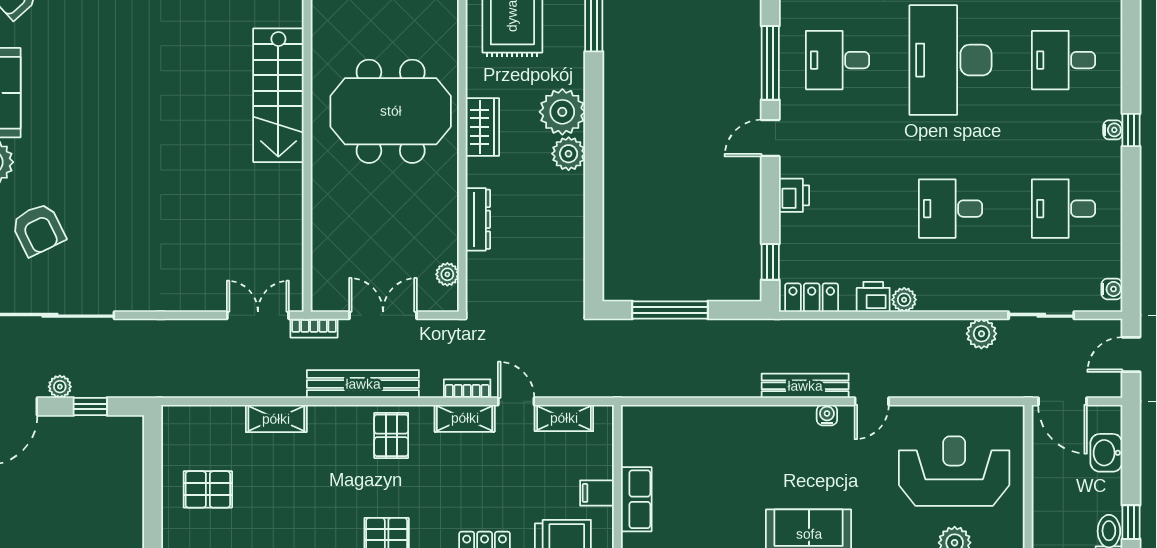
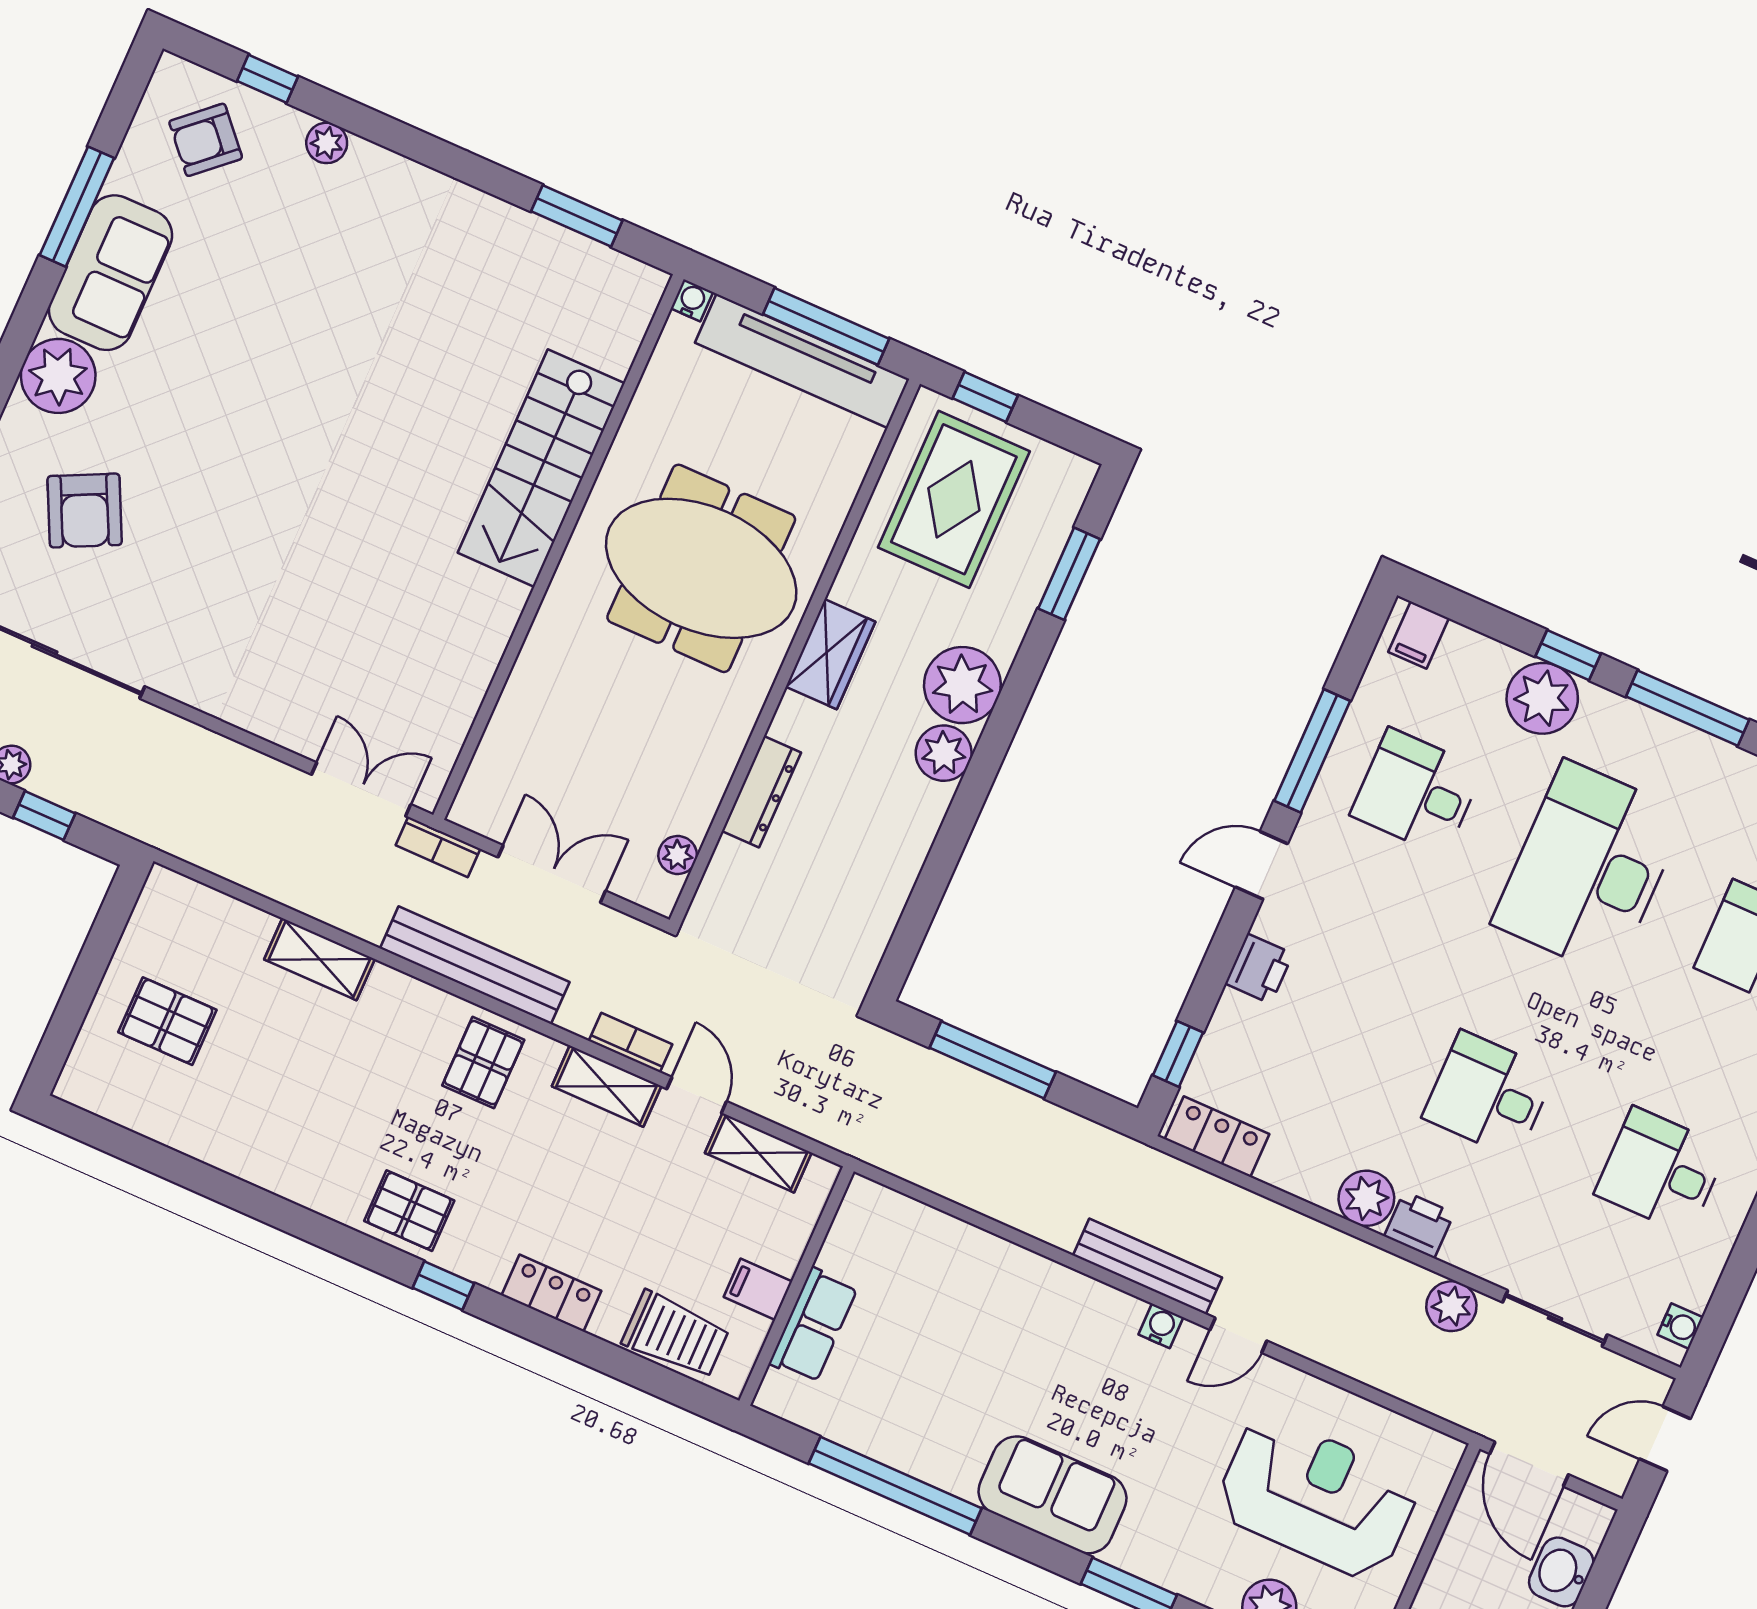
printer: (873, 297) -> (1419, 1225), moved
plant: (904, 300) -> (1366, 1198), width x1.38, depth x1.38

